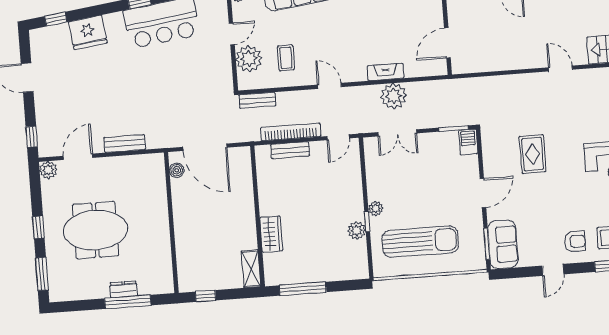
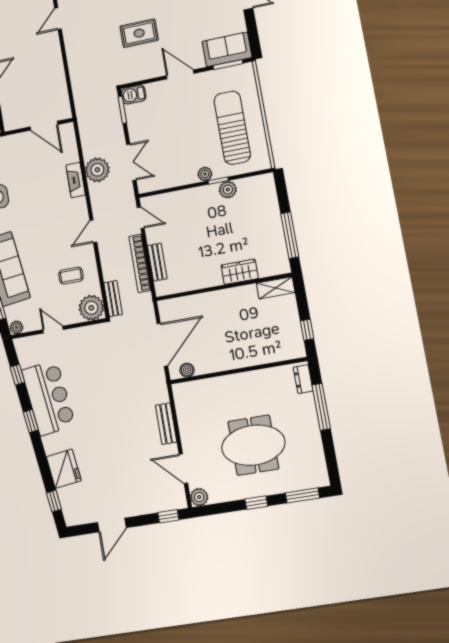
plant: (249, 59) -> (91, 308), moved
meeting table: (96, 230) -> (253, 445), turned 90
dresser: (124, 289) -> (303, 379), moved

